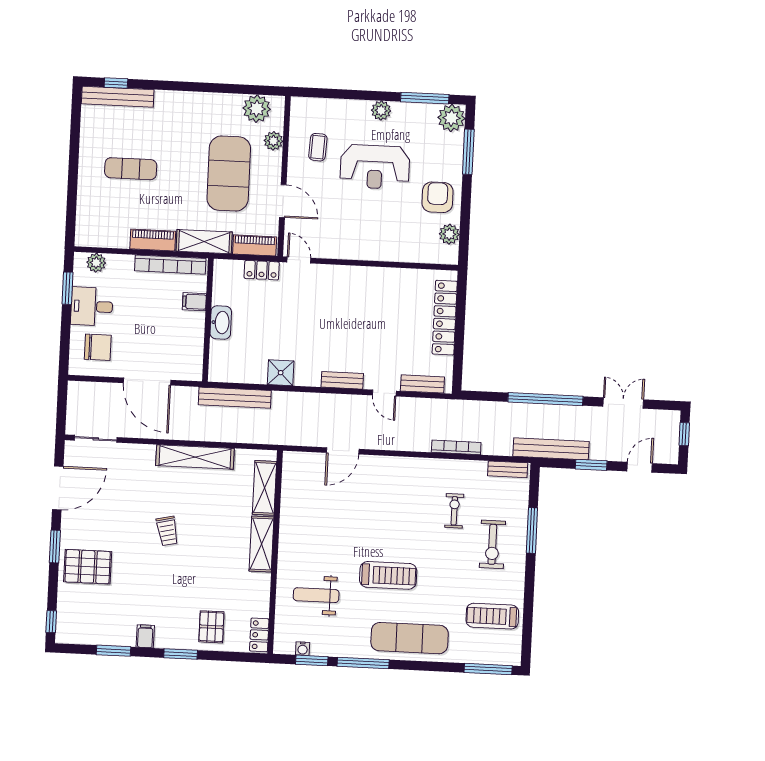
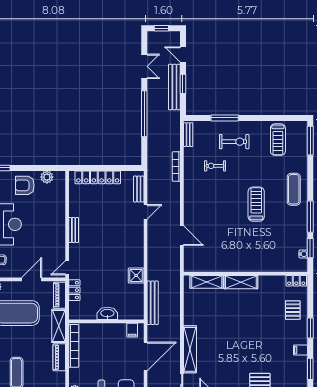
filing cabinet: (194, 302) -> (132, 330), moved
bench: (342, 380) -> (74, 230), moved
double door: (623, 403) -> (144, 66), swing flipped
bench: (551, 449) -> (174, 87), moved
shelving: (195, 457) -> (190, 349), moved
trolley: (167, 531) -> (236, 340), removed
weight bench: (316, 595) -> (270, 247), removed
pallet: (211, 627) -> (293, 310), turned 90
exercise mat: (410, 638) -> (294, 189), width x0.73, depth x0.69

